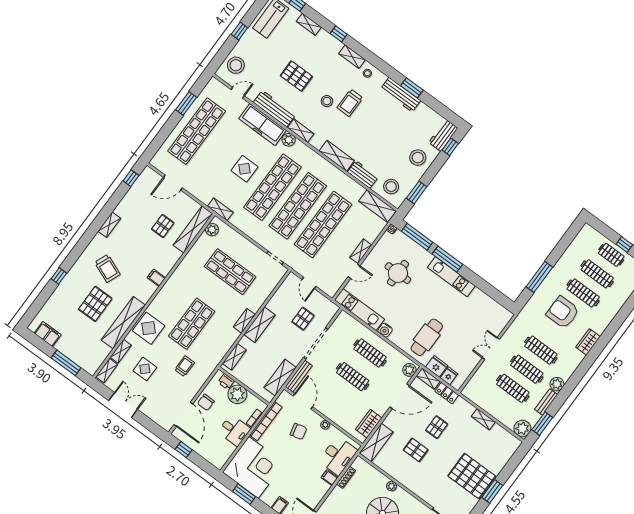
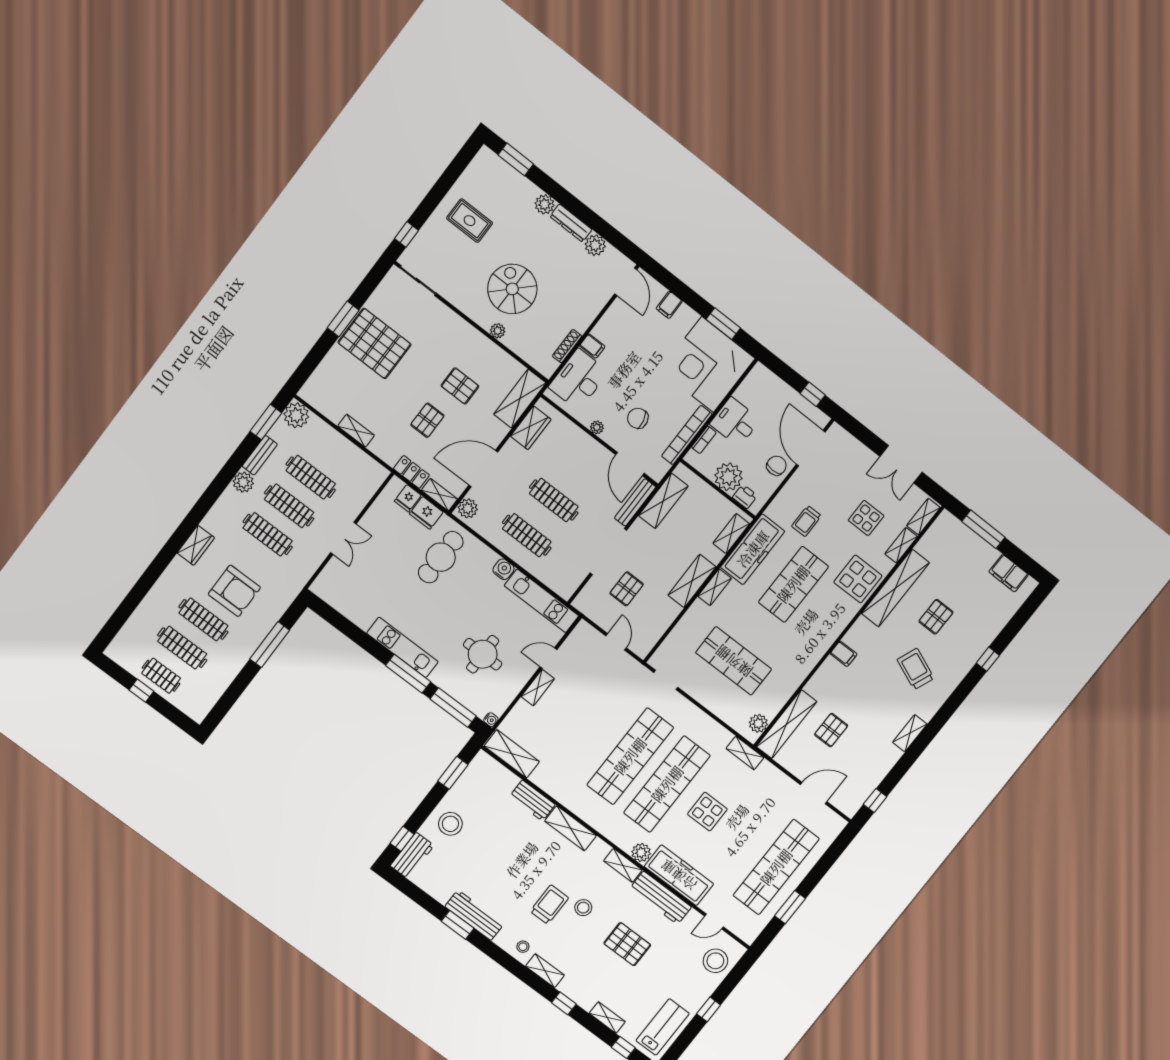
stool: (391, 187) -> (491, 782), removed
shop shelf: (323, 224) -> (593, 728), removed
pallet: (95, 304) -> (936, 617), width x0.67, depth x0.71
freezer: (220, 347) -> (753, 549), added

